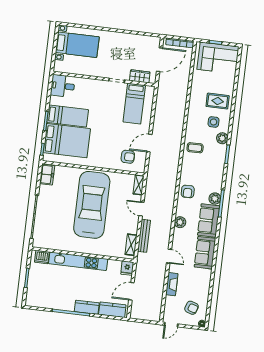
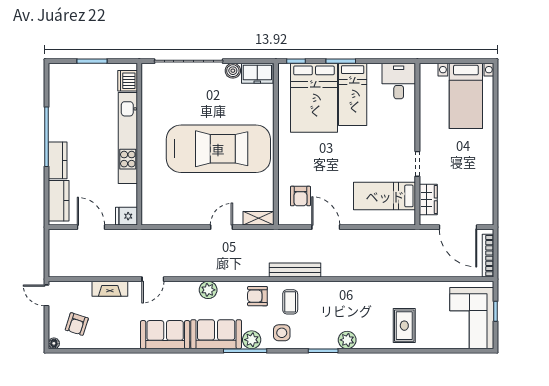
side table: (214, 122) -> (282, 333), moved
coffee table: (195, 148) -> (290, 302), moved
boiler: (44, 190) -> (233, 71), added
bench: (144, 236) -> (295, 270), moved
shelving: (131, 245) -> (164, 218), removed

